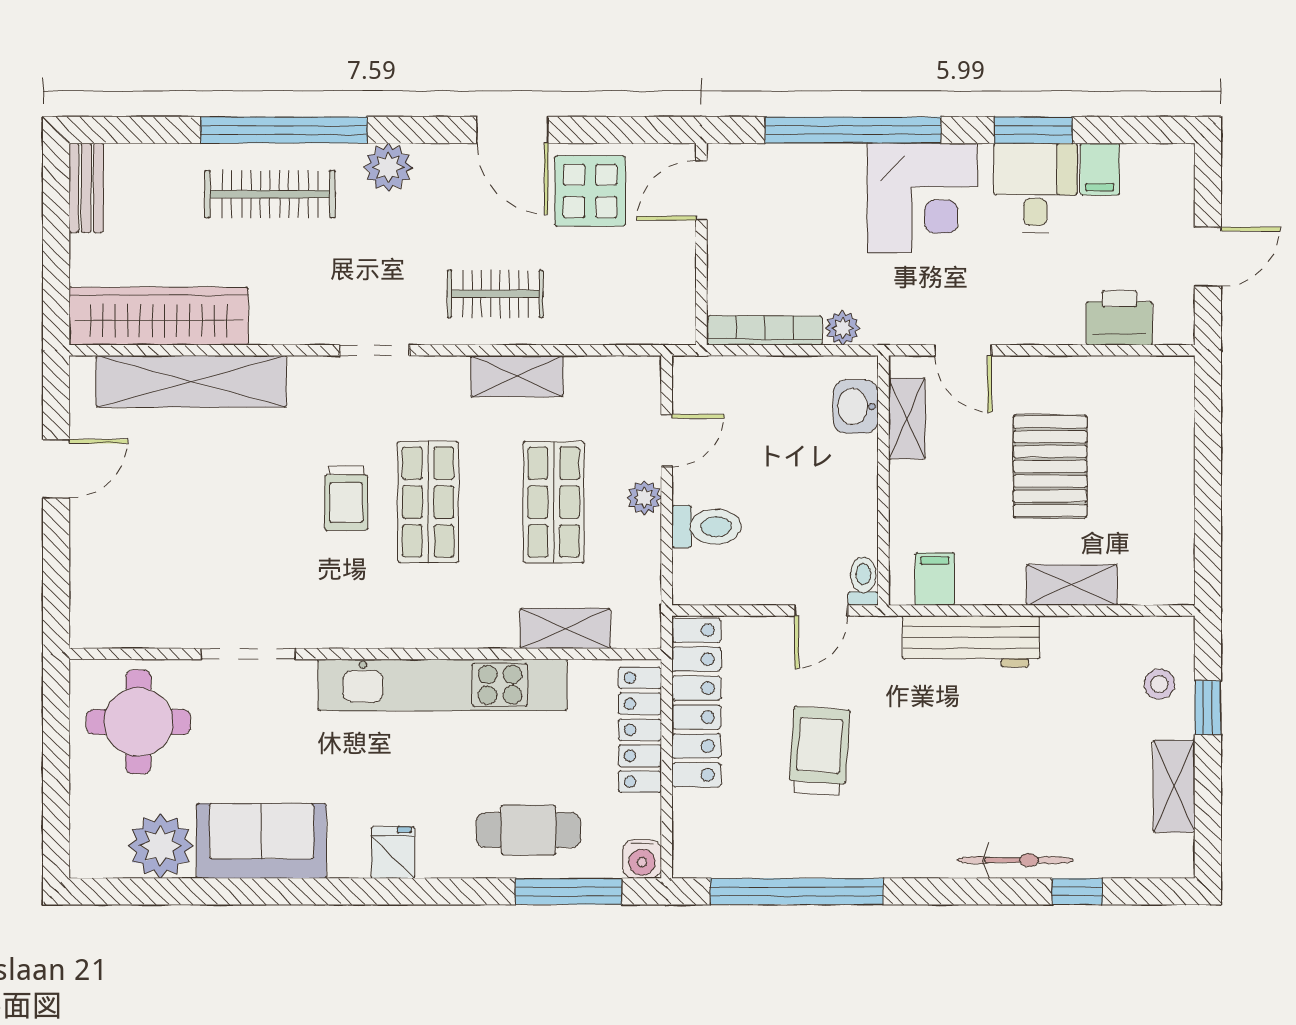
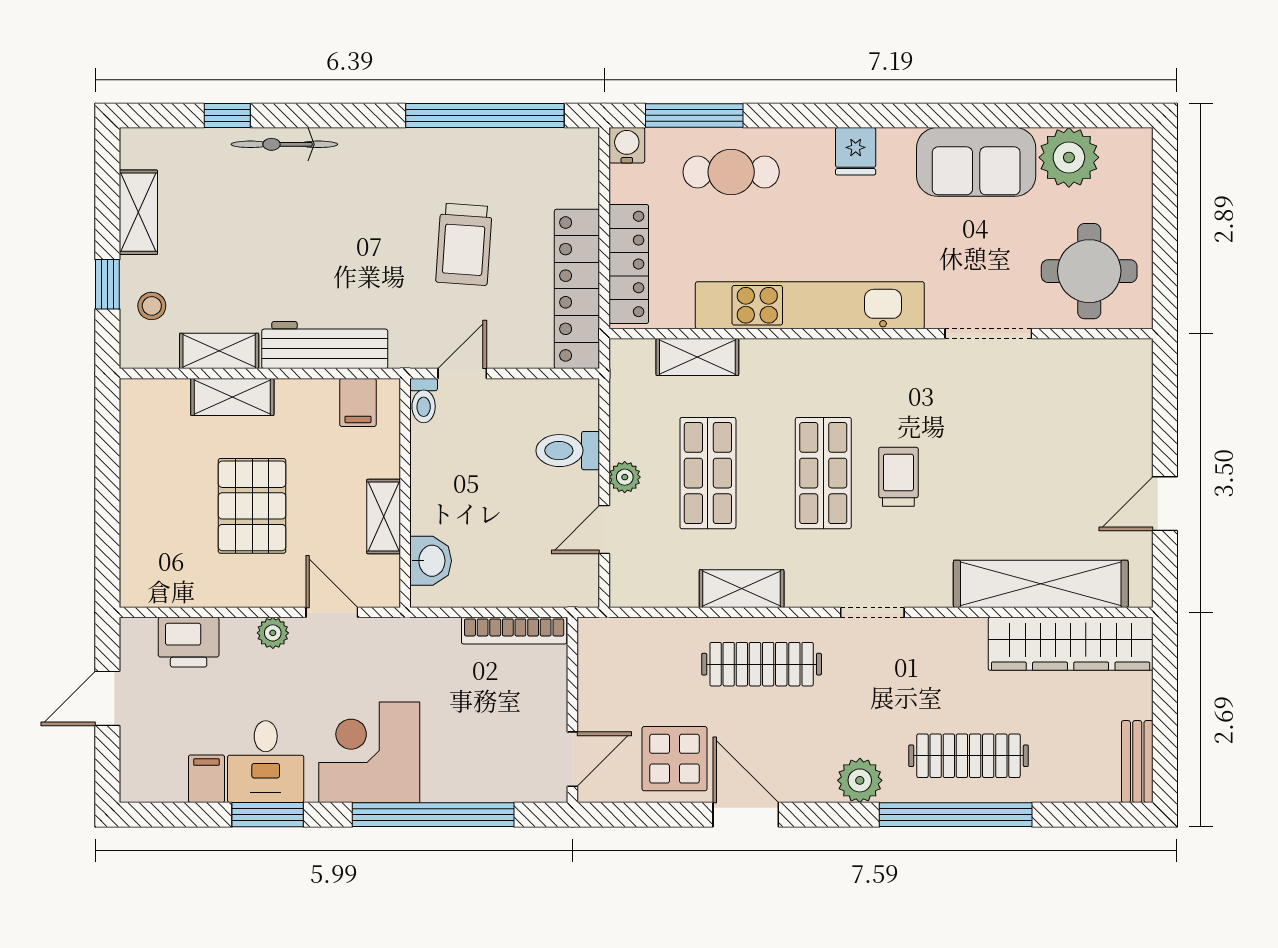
clothes rail: (495, 294) -> (762, 664), width x1.36
plant: (843, 328) -> (273, 633), moved
shelving: (907, 419) -> (384, 517), moved
shelving: (1086, 635) -> (219, 351), added

